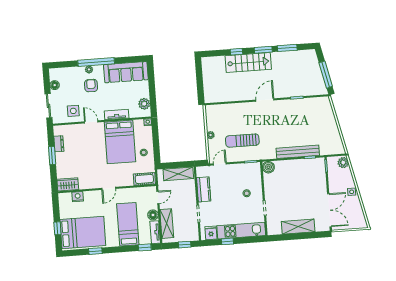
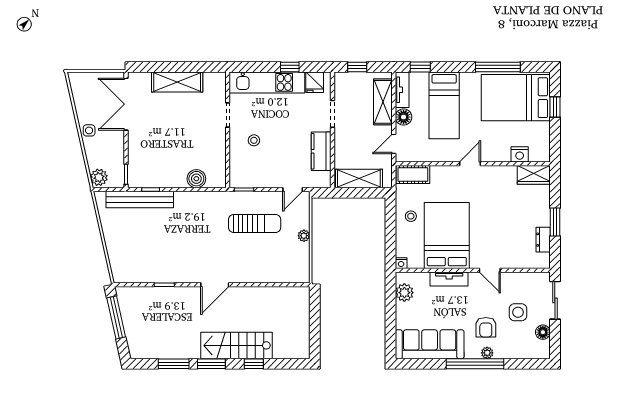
side table: (73, 111) -> (518, 312), moved
bench: (298, 152) -> (140, 199), moved
boiler: (268, 167) -> (196, 179), moved
window: (95, 251) -> (498, 67), width x2.17

